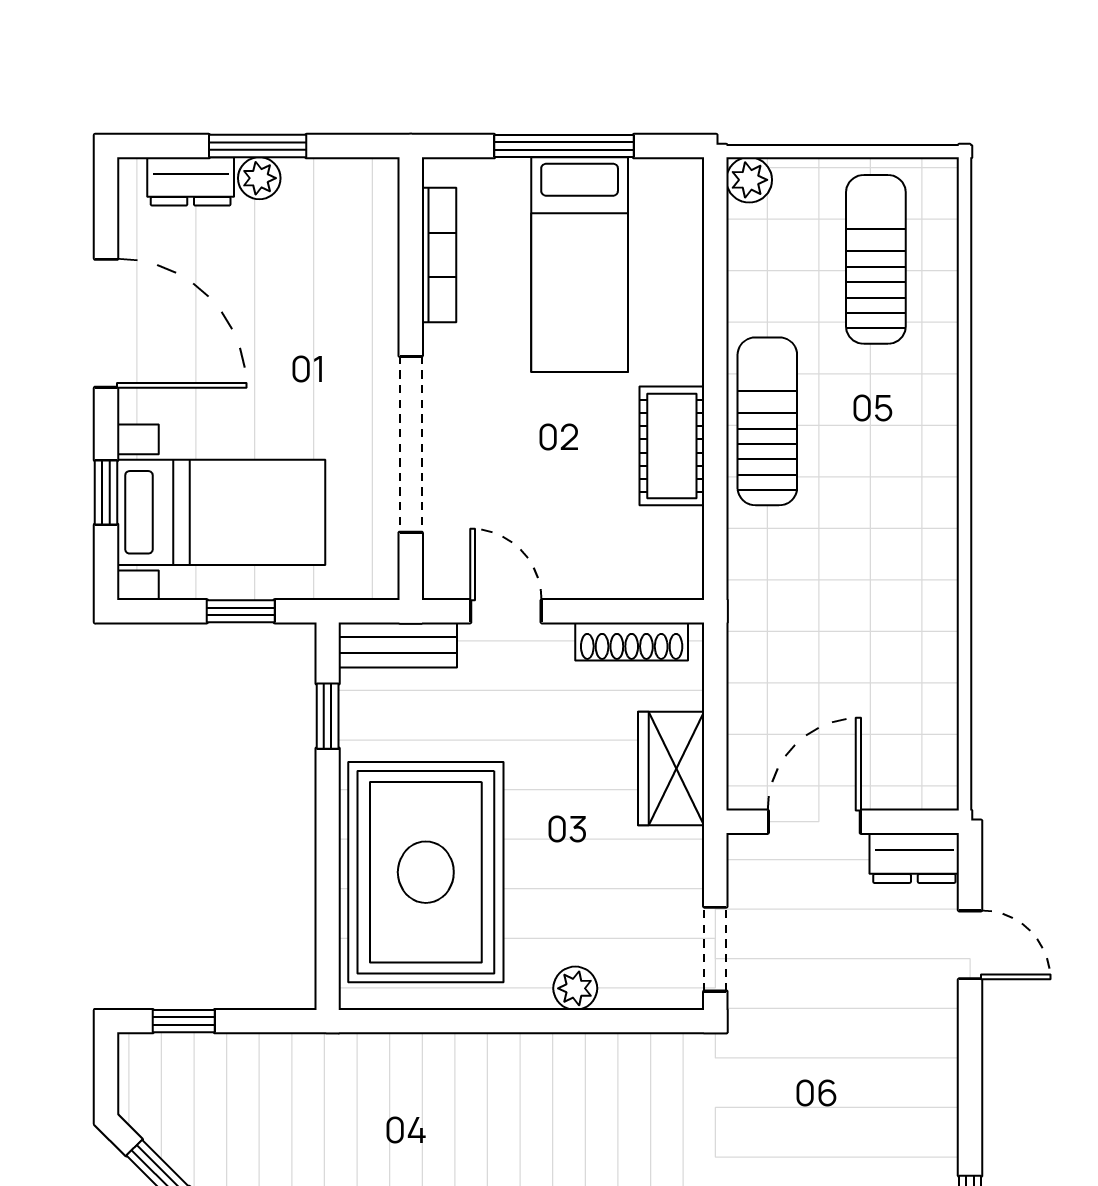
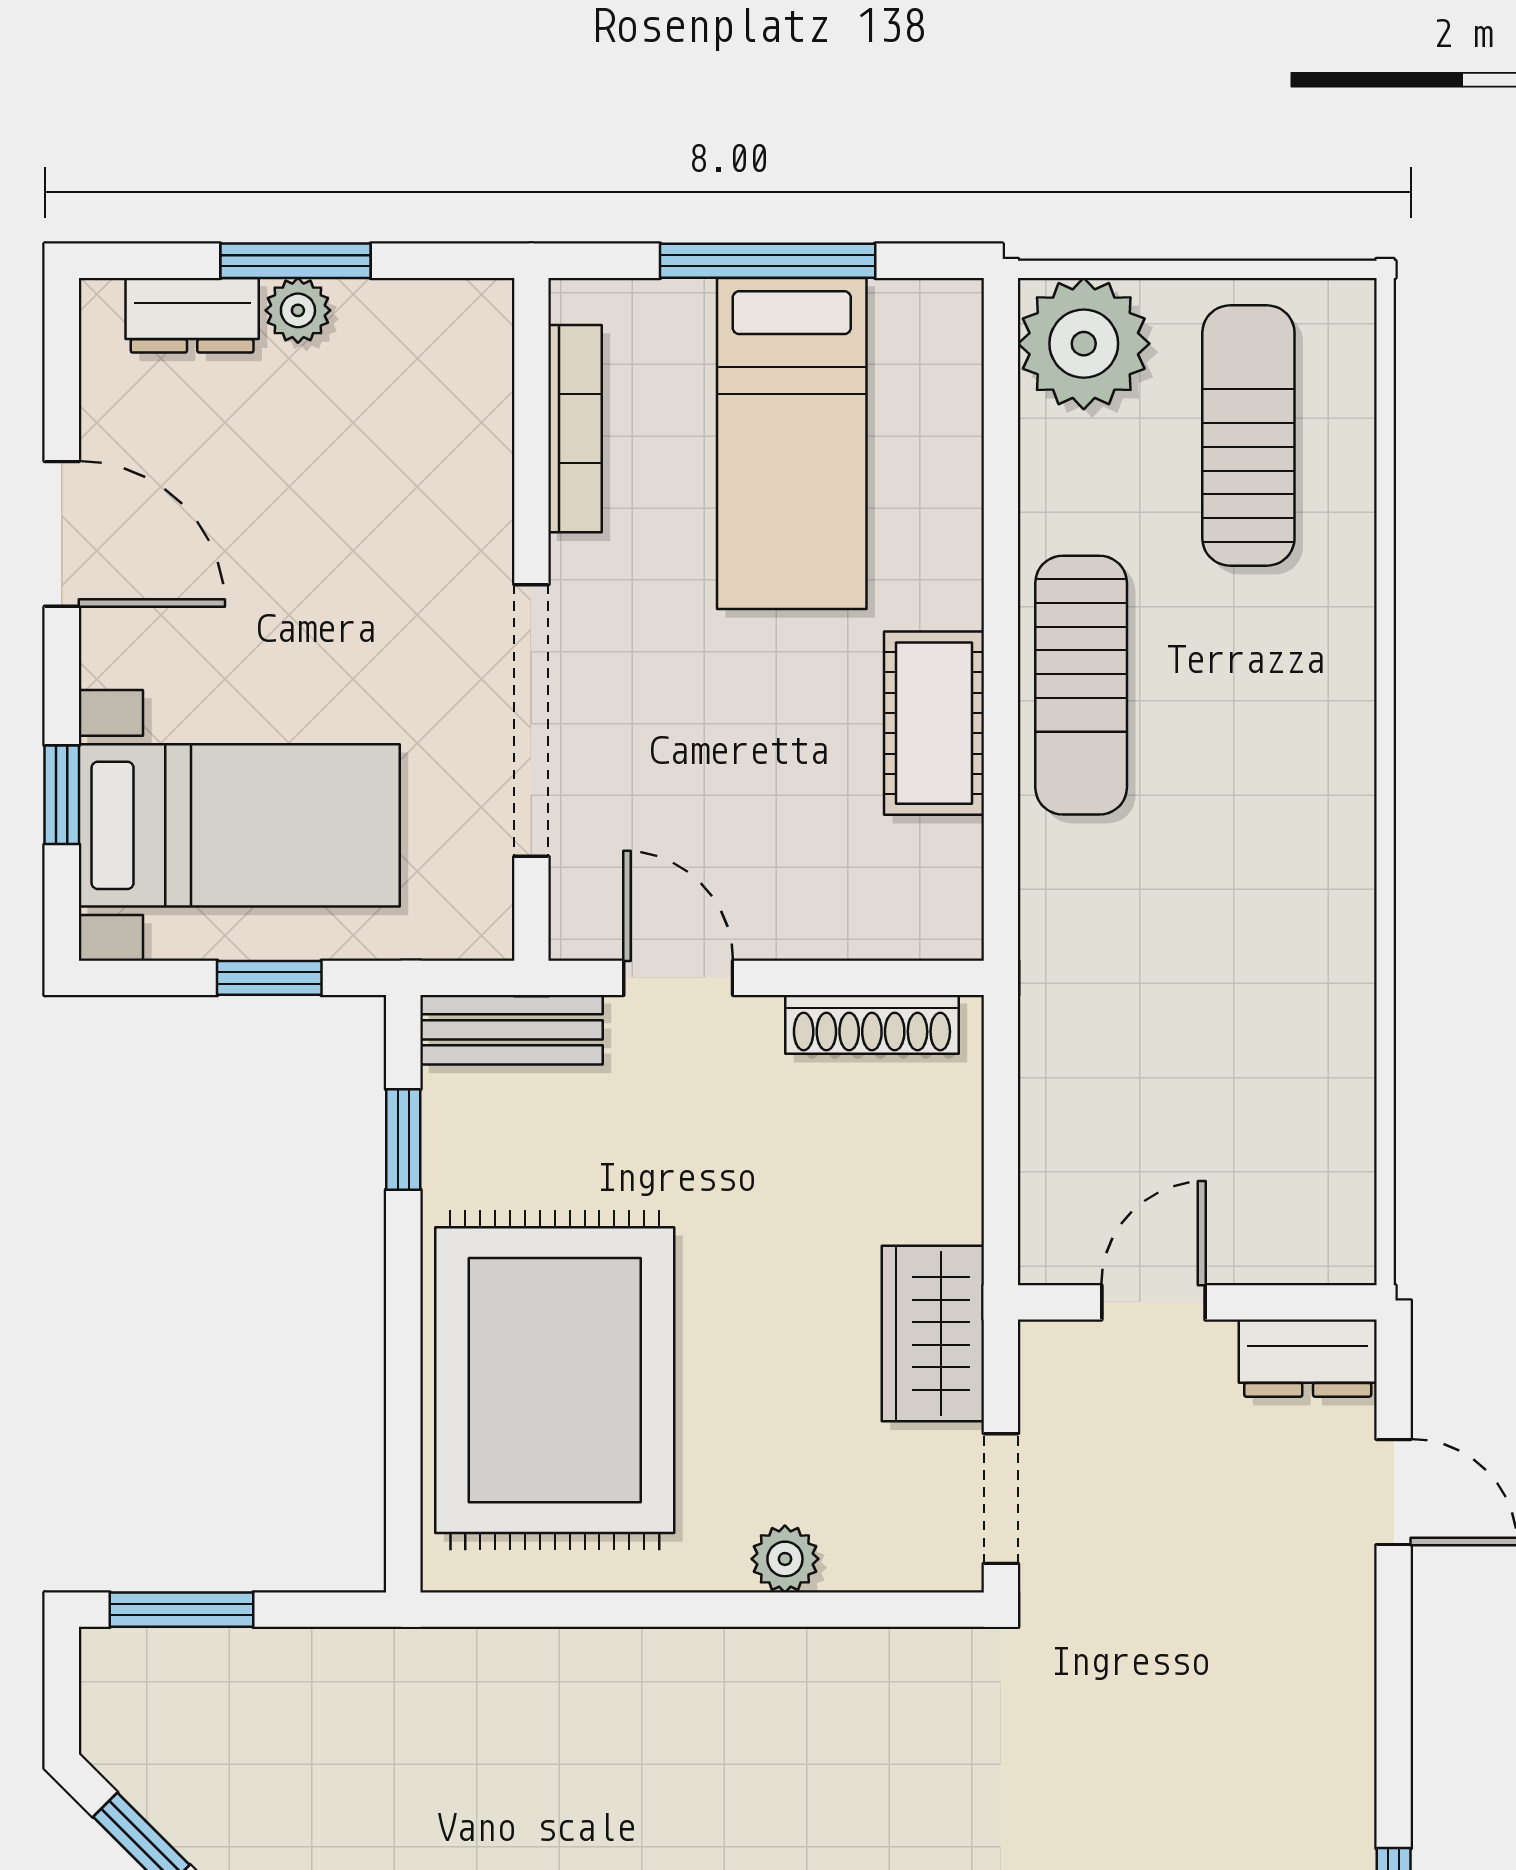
plant: (749, 180) -> (1084, 344), width x1.87, depth x1.87
door: (106, 323) -> (62, 534), width x0.73
sun lounger: (767, 421) -> (1081, 685), turned 180
wardrobe: (671, 769) -> (933, 1334), moved
door: (814, 822) -> (1153, 1302), width x0.73
window: (184, 1021) -> (181, 1610), width x1.50

